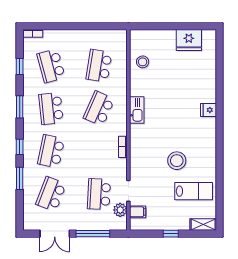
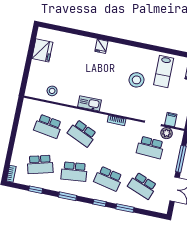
lab bench: (194, 191) -> (164, 71), turned 180

